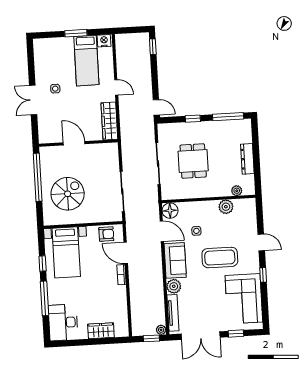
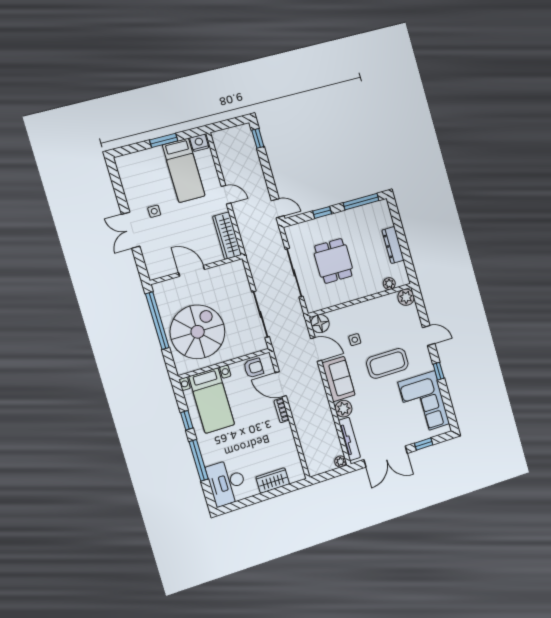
spiral stairs: (68, 194) -> (198, 332), width x1.37, depth x1.37
plant: (226, 207) -> (406, 297), moved
window: (151, 338) -> (332, 474), removed

